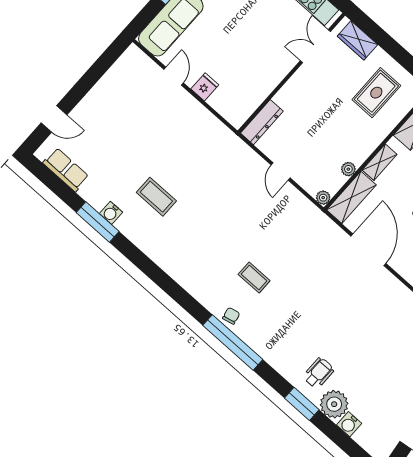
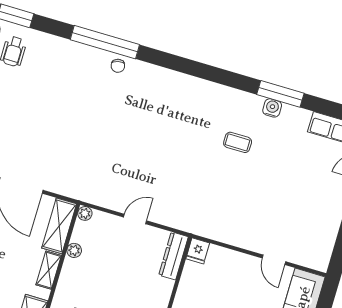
fridge: (205, 87) -> (198, 251), moved
door: (281, 171) -> (135, 219), hinge flipped
coffee table: (156, 197) -> (238, 142), width x0.73, depth x0.77
coffee table: (254, 278) -> (113, 111), removed

